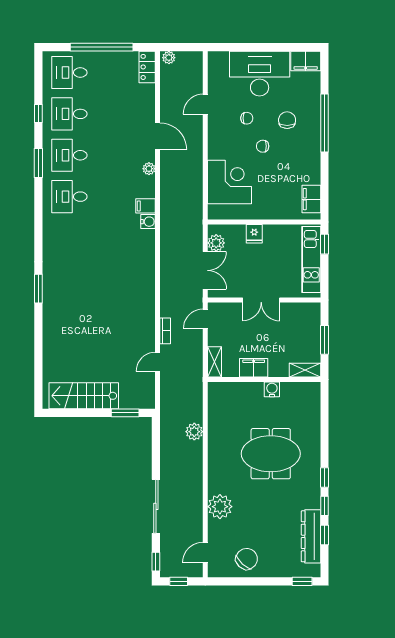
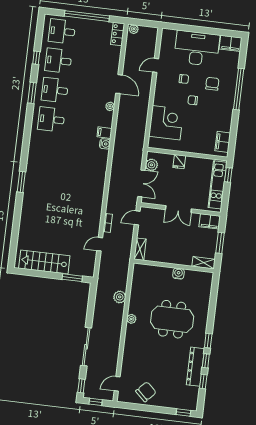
filing cabinet: (254, 368) -> (210, 221), moved, turned 180
plant: (220, 507) -> (131, 319), moved, width x0.53, depth x0.53
dresser: (311, 536) -> (195, 367), moved

